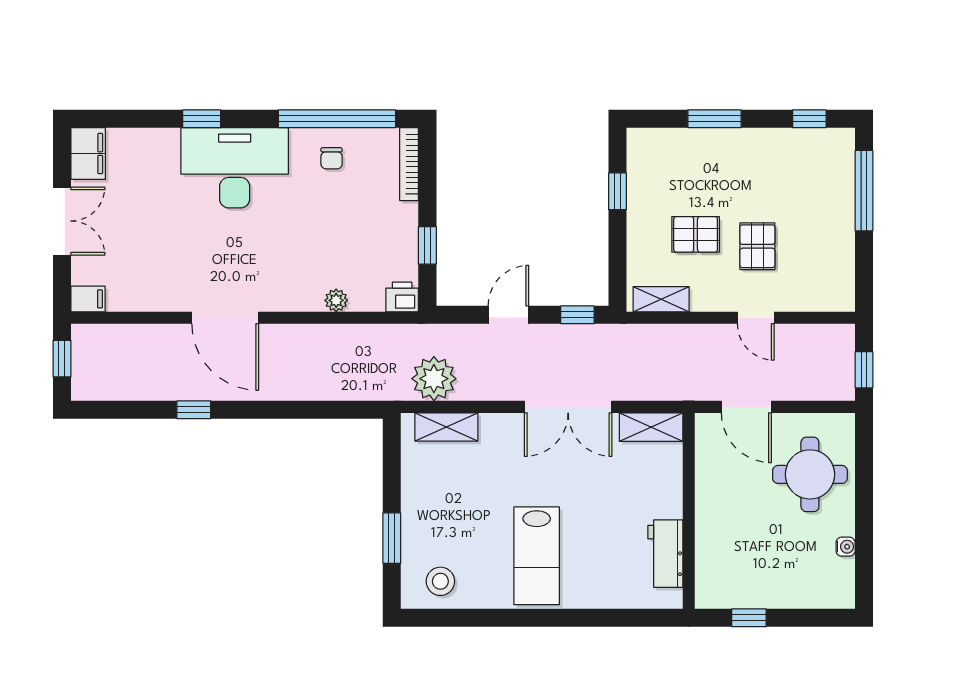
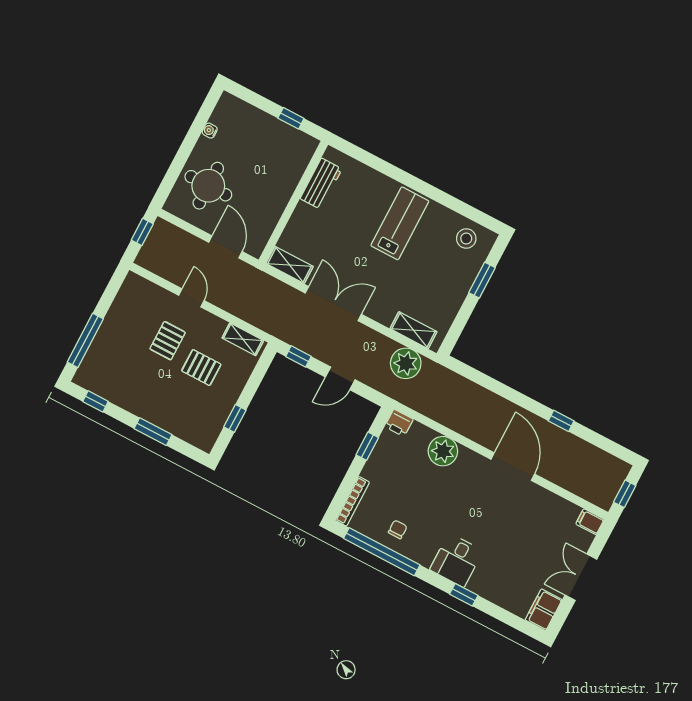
desk: (235, 168) -> (456, 560), width x0.53, depth x0.77
plant: (336, 300) -> (443, 451), width x1.87, depth x1.87

